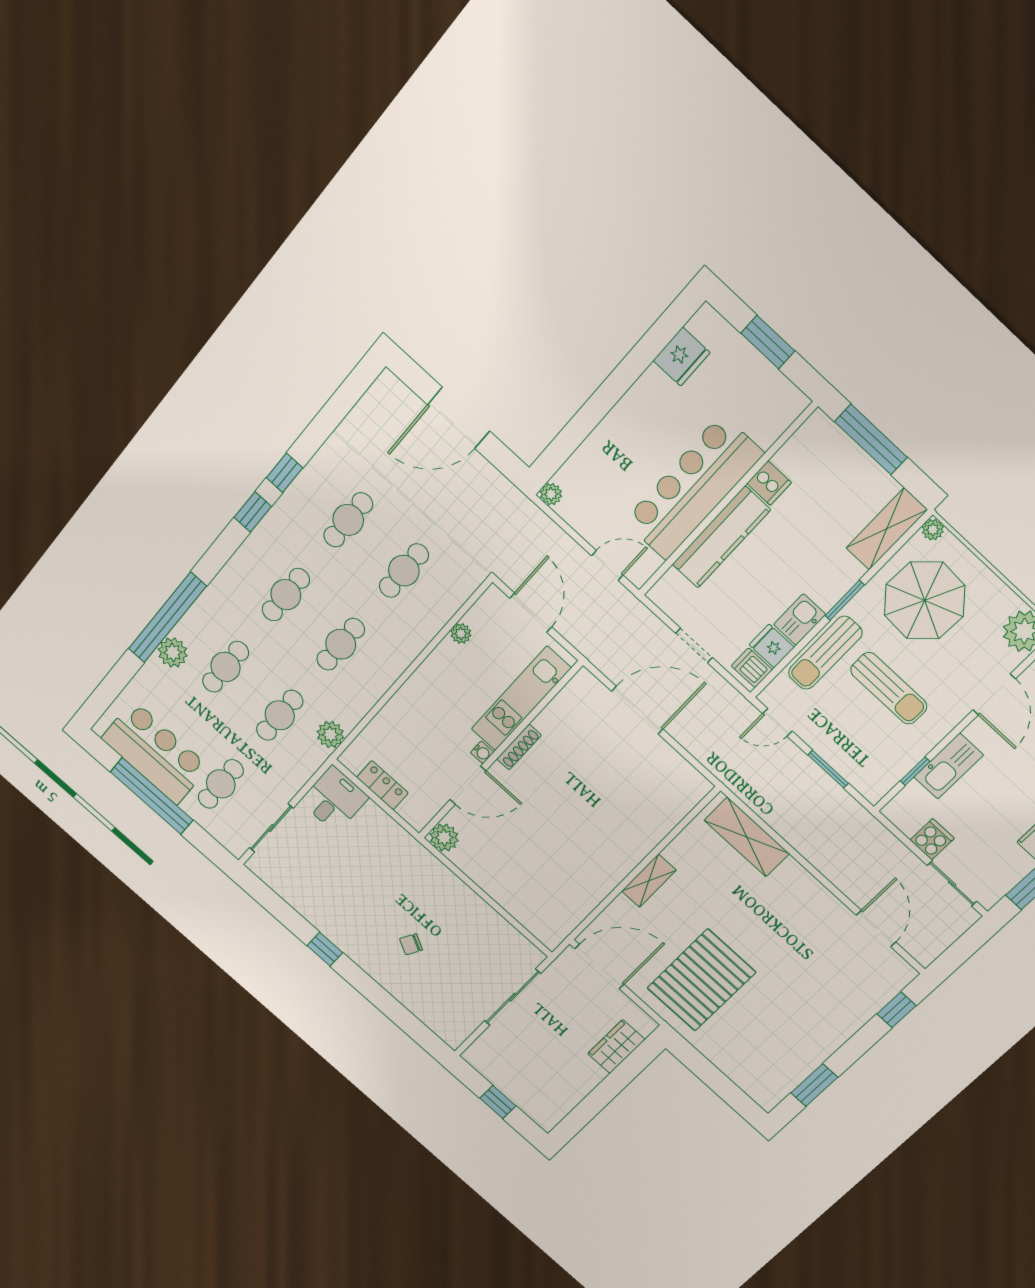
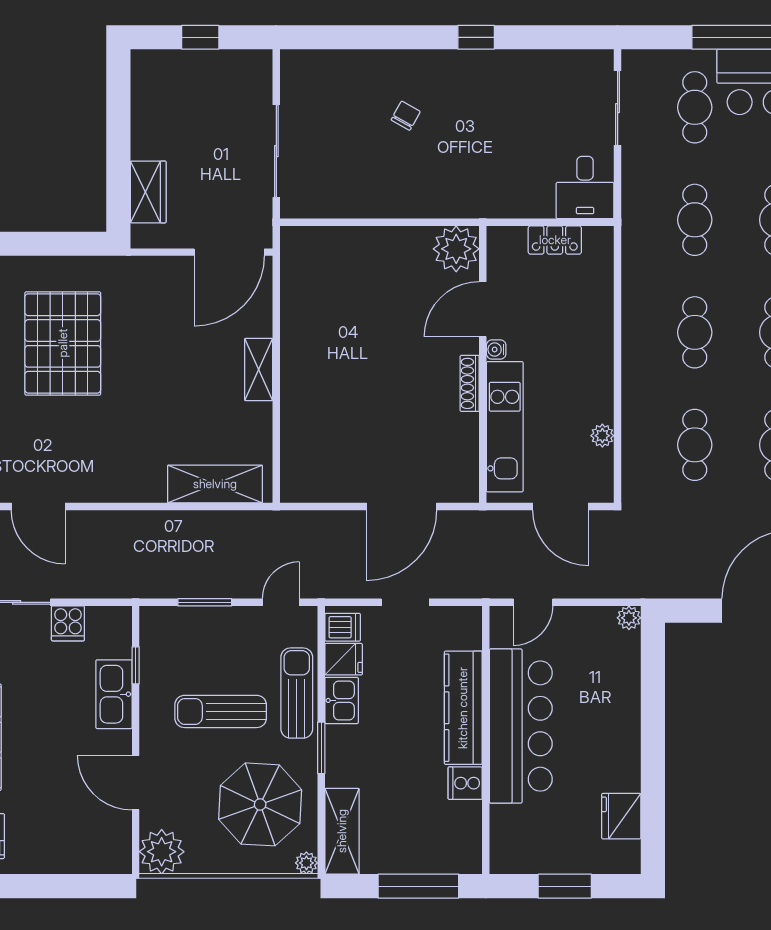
plant: (330, 735) -> (637, 244), removed
plant: (444, 838) -> (456, 249), width x1.36, depth x1.36
pallet: (701, 980) -> (63, 343), moved

